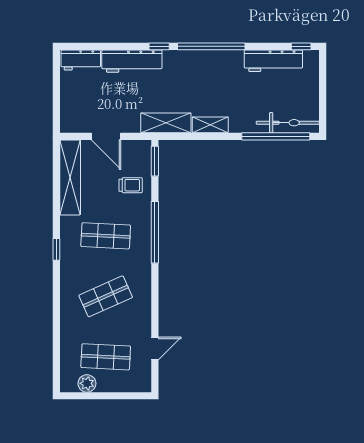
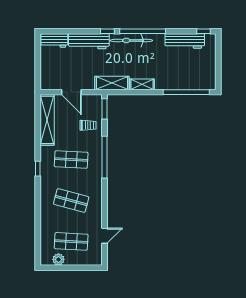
bicycle: (288, 123) -> (131, 40), moved, turned 180
shop shelf: (106, 296) -> (71, 200), turned 39

